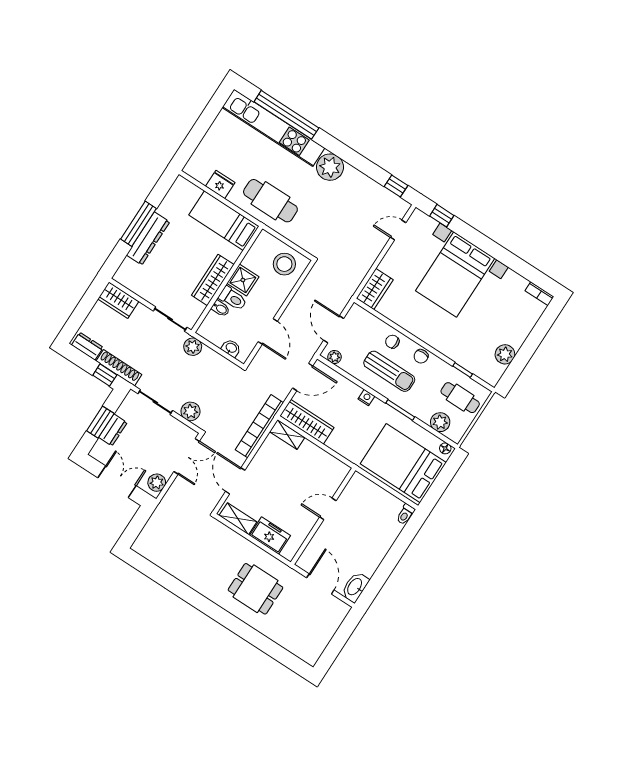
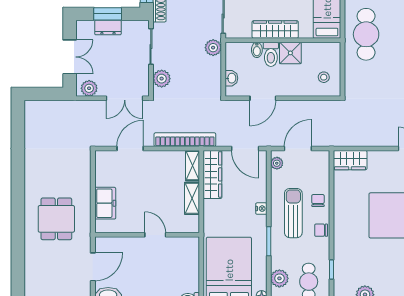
stool: (284, 264) -> (324, 77), width x0.53, depth x0.53
sun lounger: (389, 371) -> (293, 213), turned 180
shelving: (238, 519) -> (192, 198), moved

